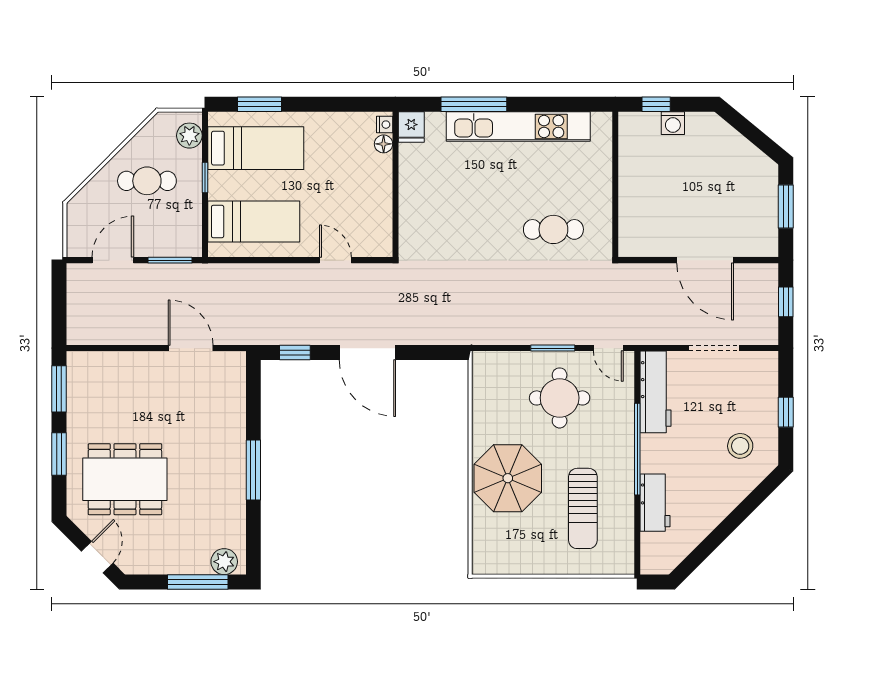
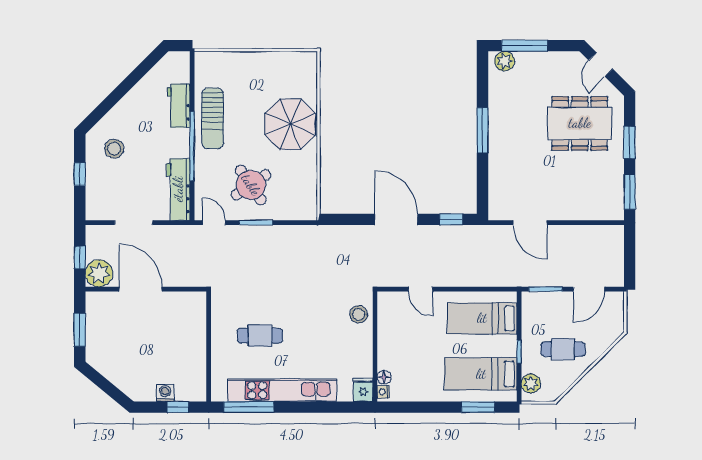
window: (474, 104) -> (249, 407), moved
stool: (417, 227) -> (359, 314), added
cafe table: (553, 229) -> (260, 336), moved
plant: (760, 281) -> (99, 273), added
round table: (560, 398) -> (251, 185), turned -34
sun lounger: (583, 508) -> (213, 118), moved, turned 180

